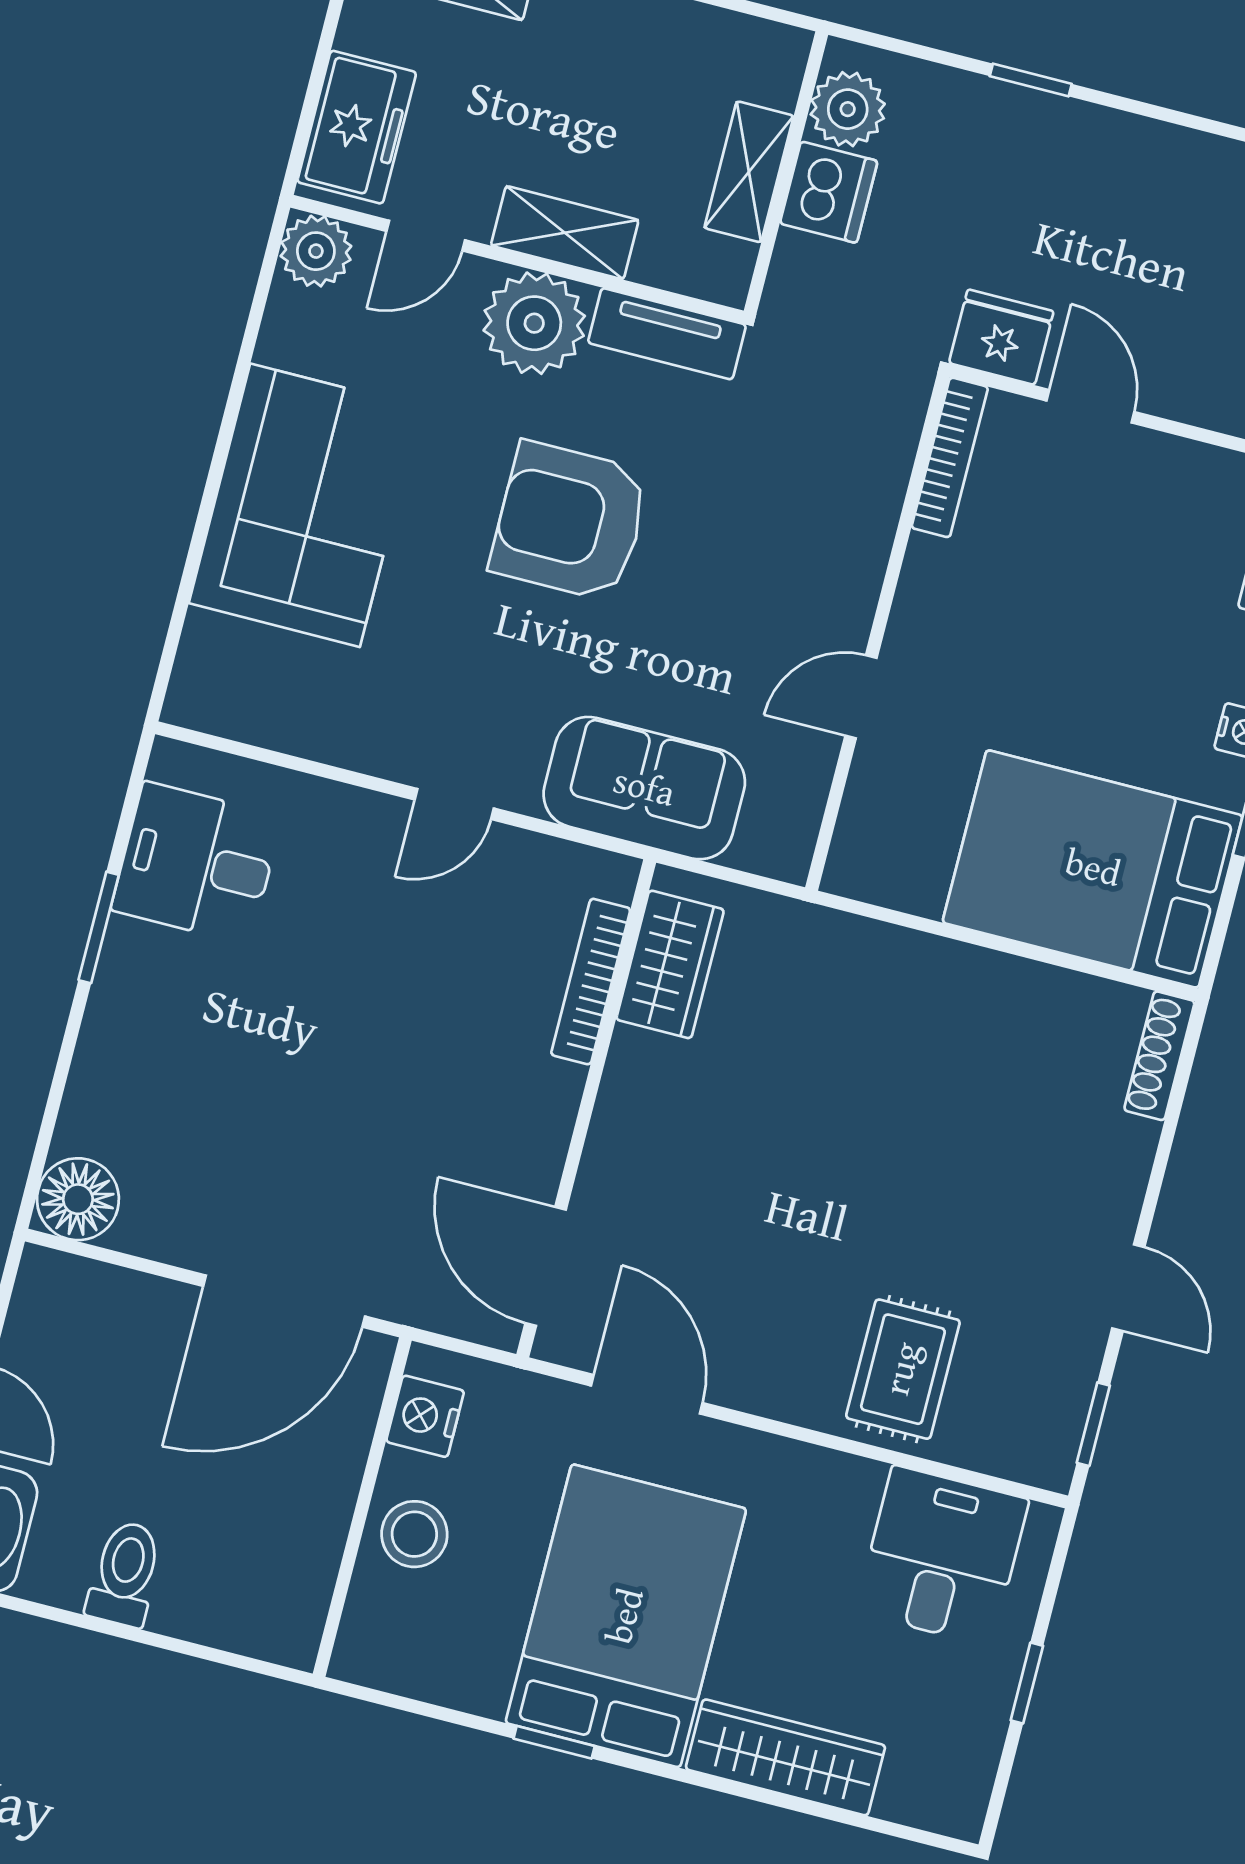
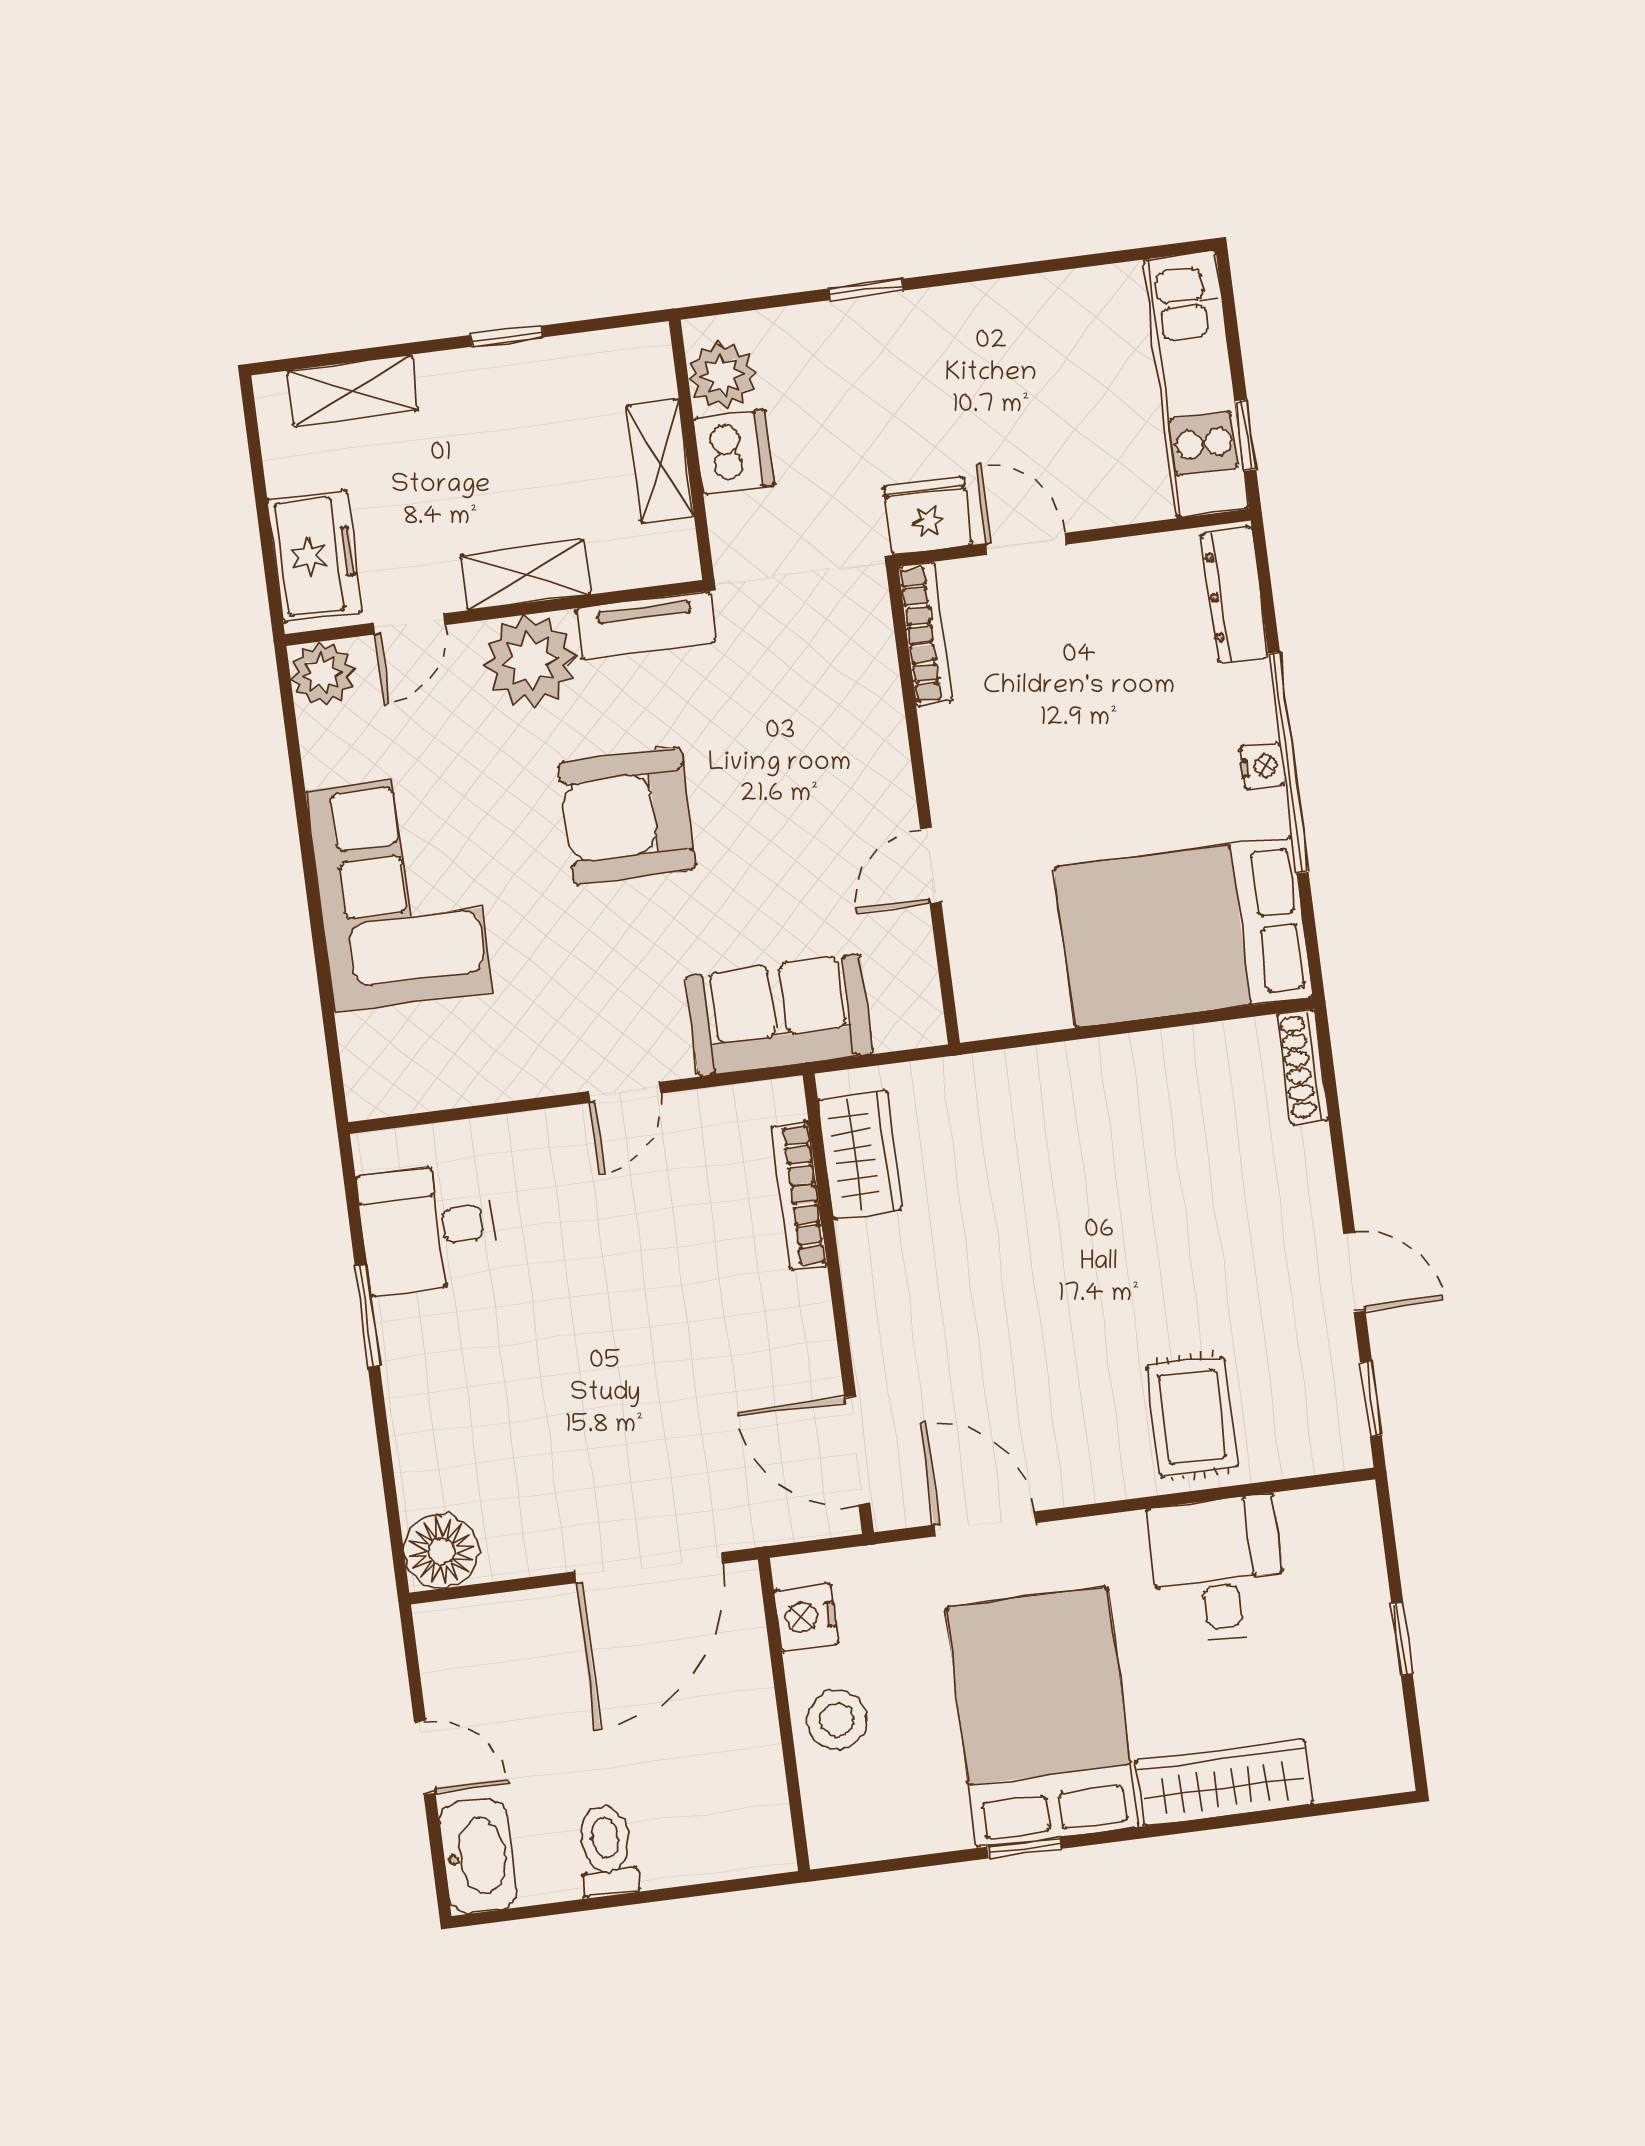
desk: (942, 1556) -> (1218, 1569), moved

